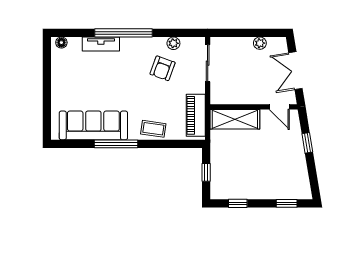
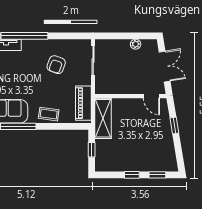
plant: (173, 43) -> (65, 44), removed
double door: (295, 71) -> (165, 67), swing flipped
shelving: (235, 119) -> (103, 118), moved, turned 90
window: (238, 203) -> (132, 175), moved

